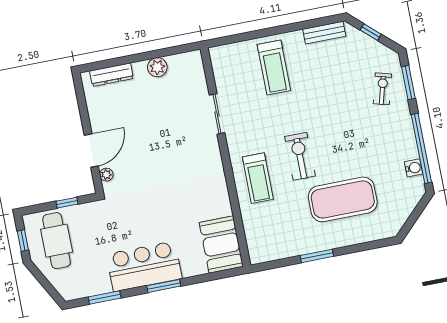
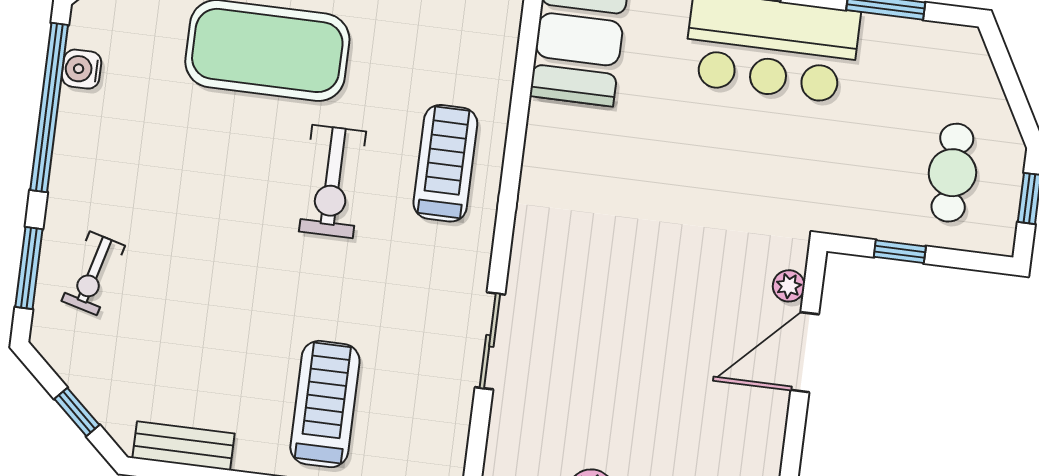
cafe table: (57, 241) -> (952, 173), width x0.73, depth x0.74

